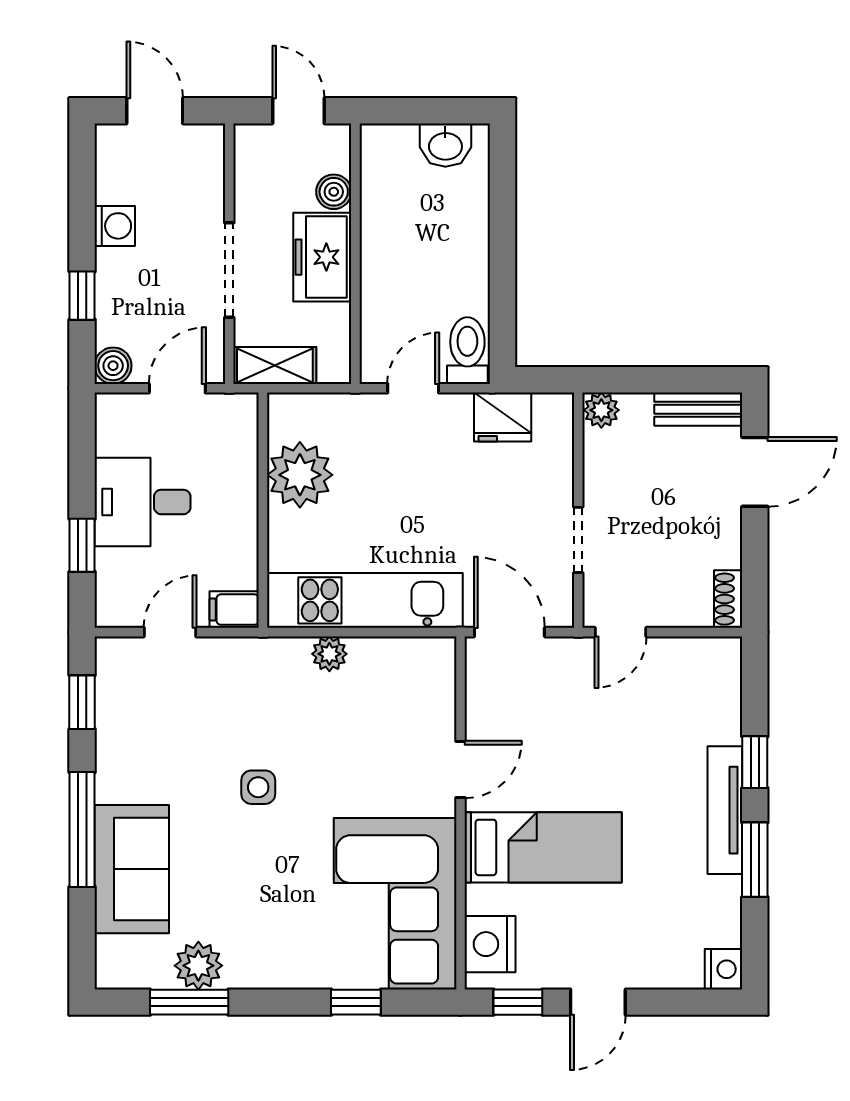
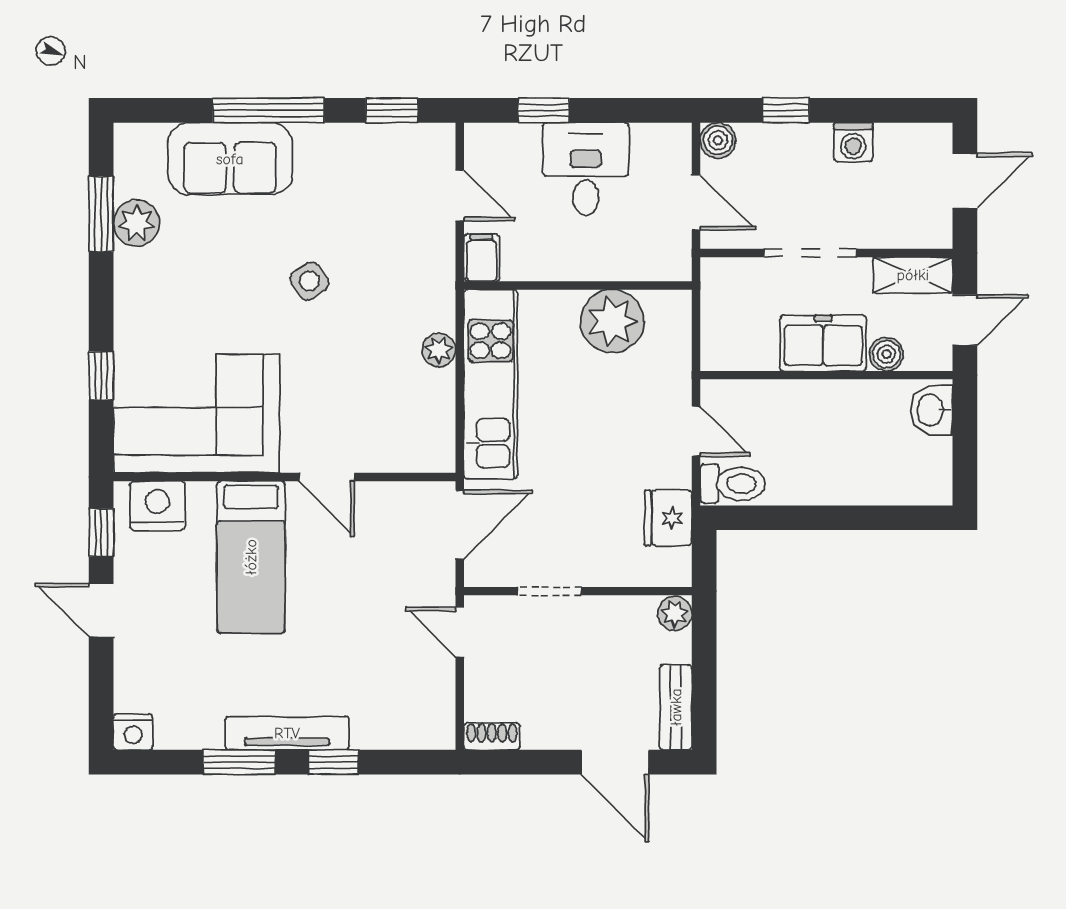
washbasin: (445, 145) -> (932, 410), moved
shelving: (275, 365) -> (913, 275), moved, turned 90
side table: (258, 787) -> (309, 281), turned -34

